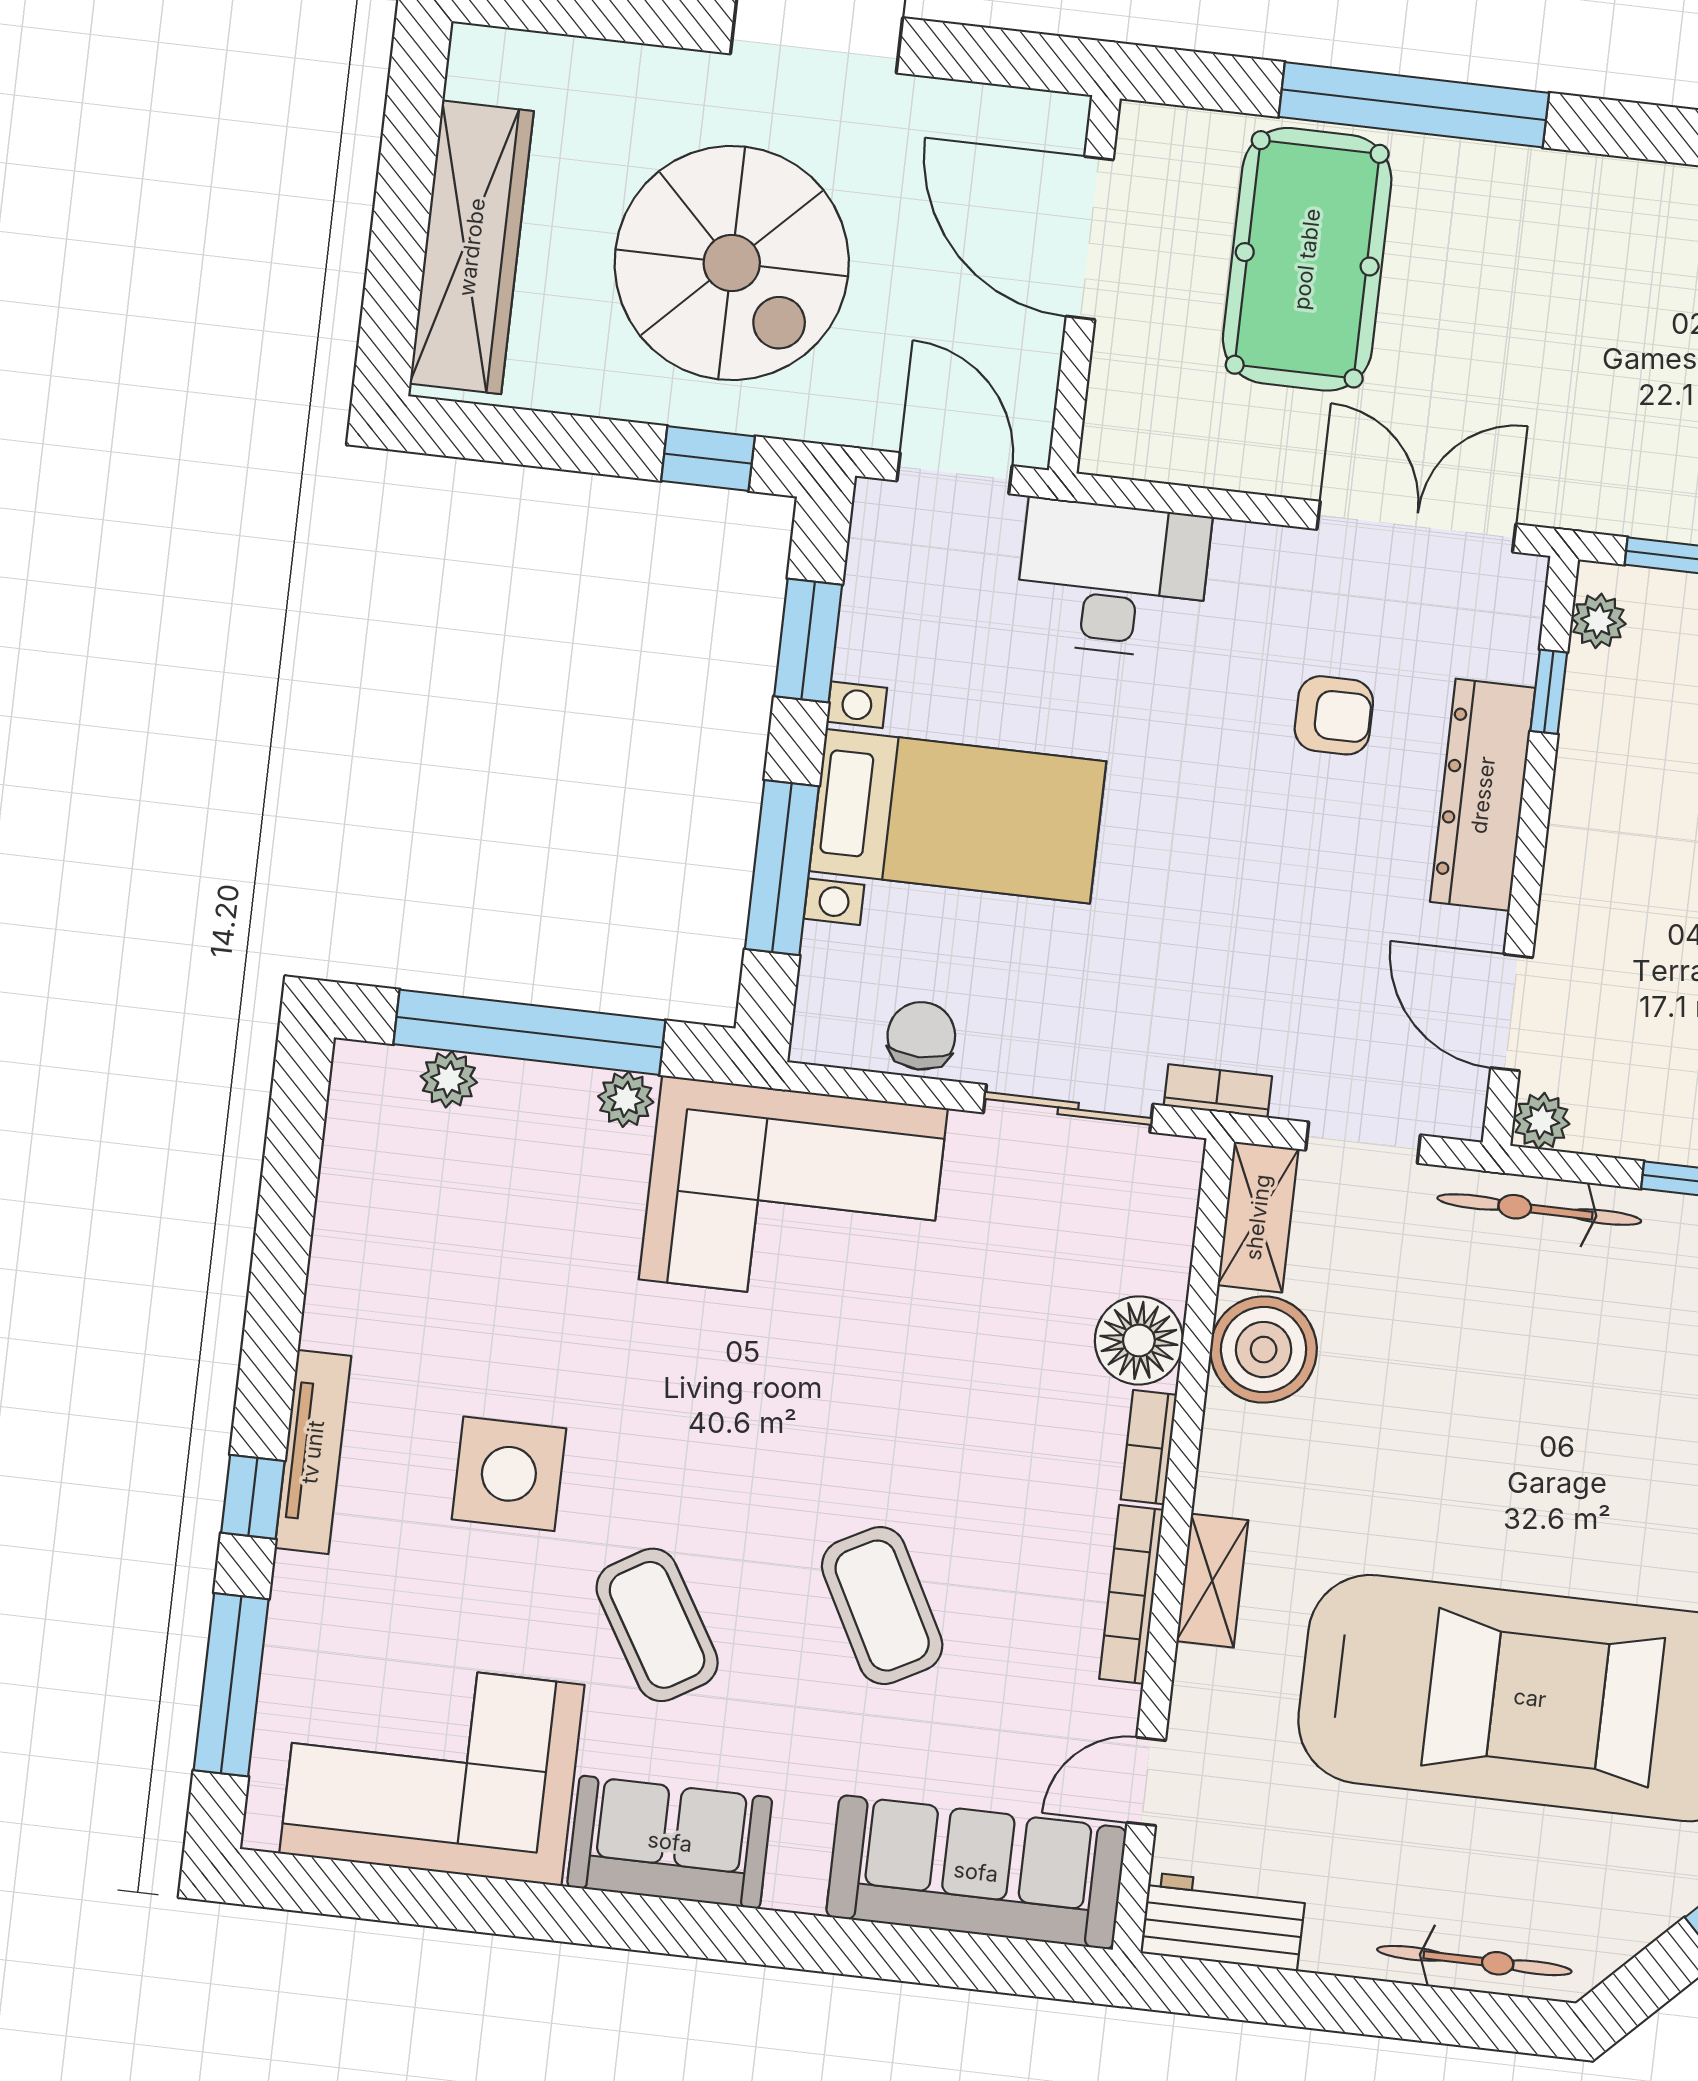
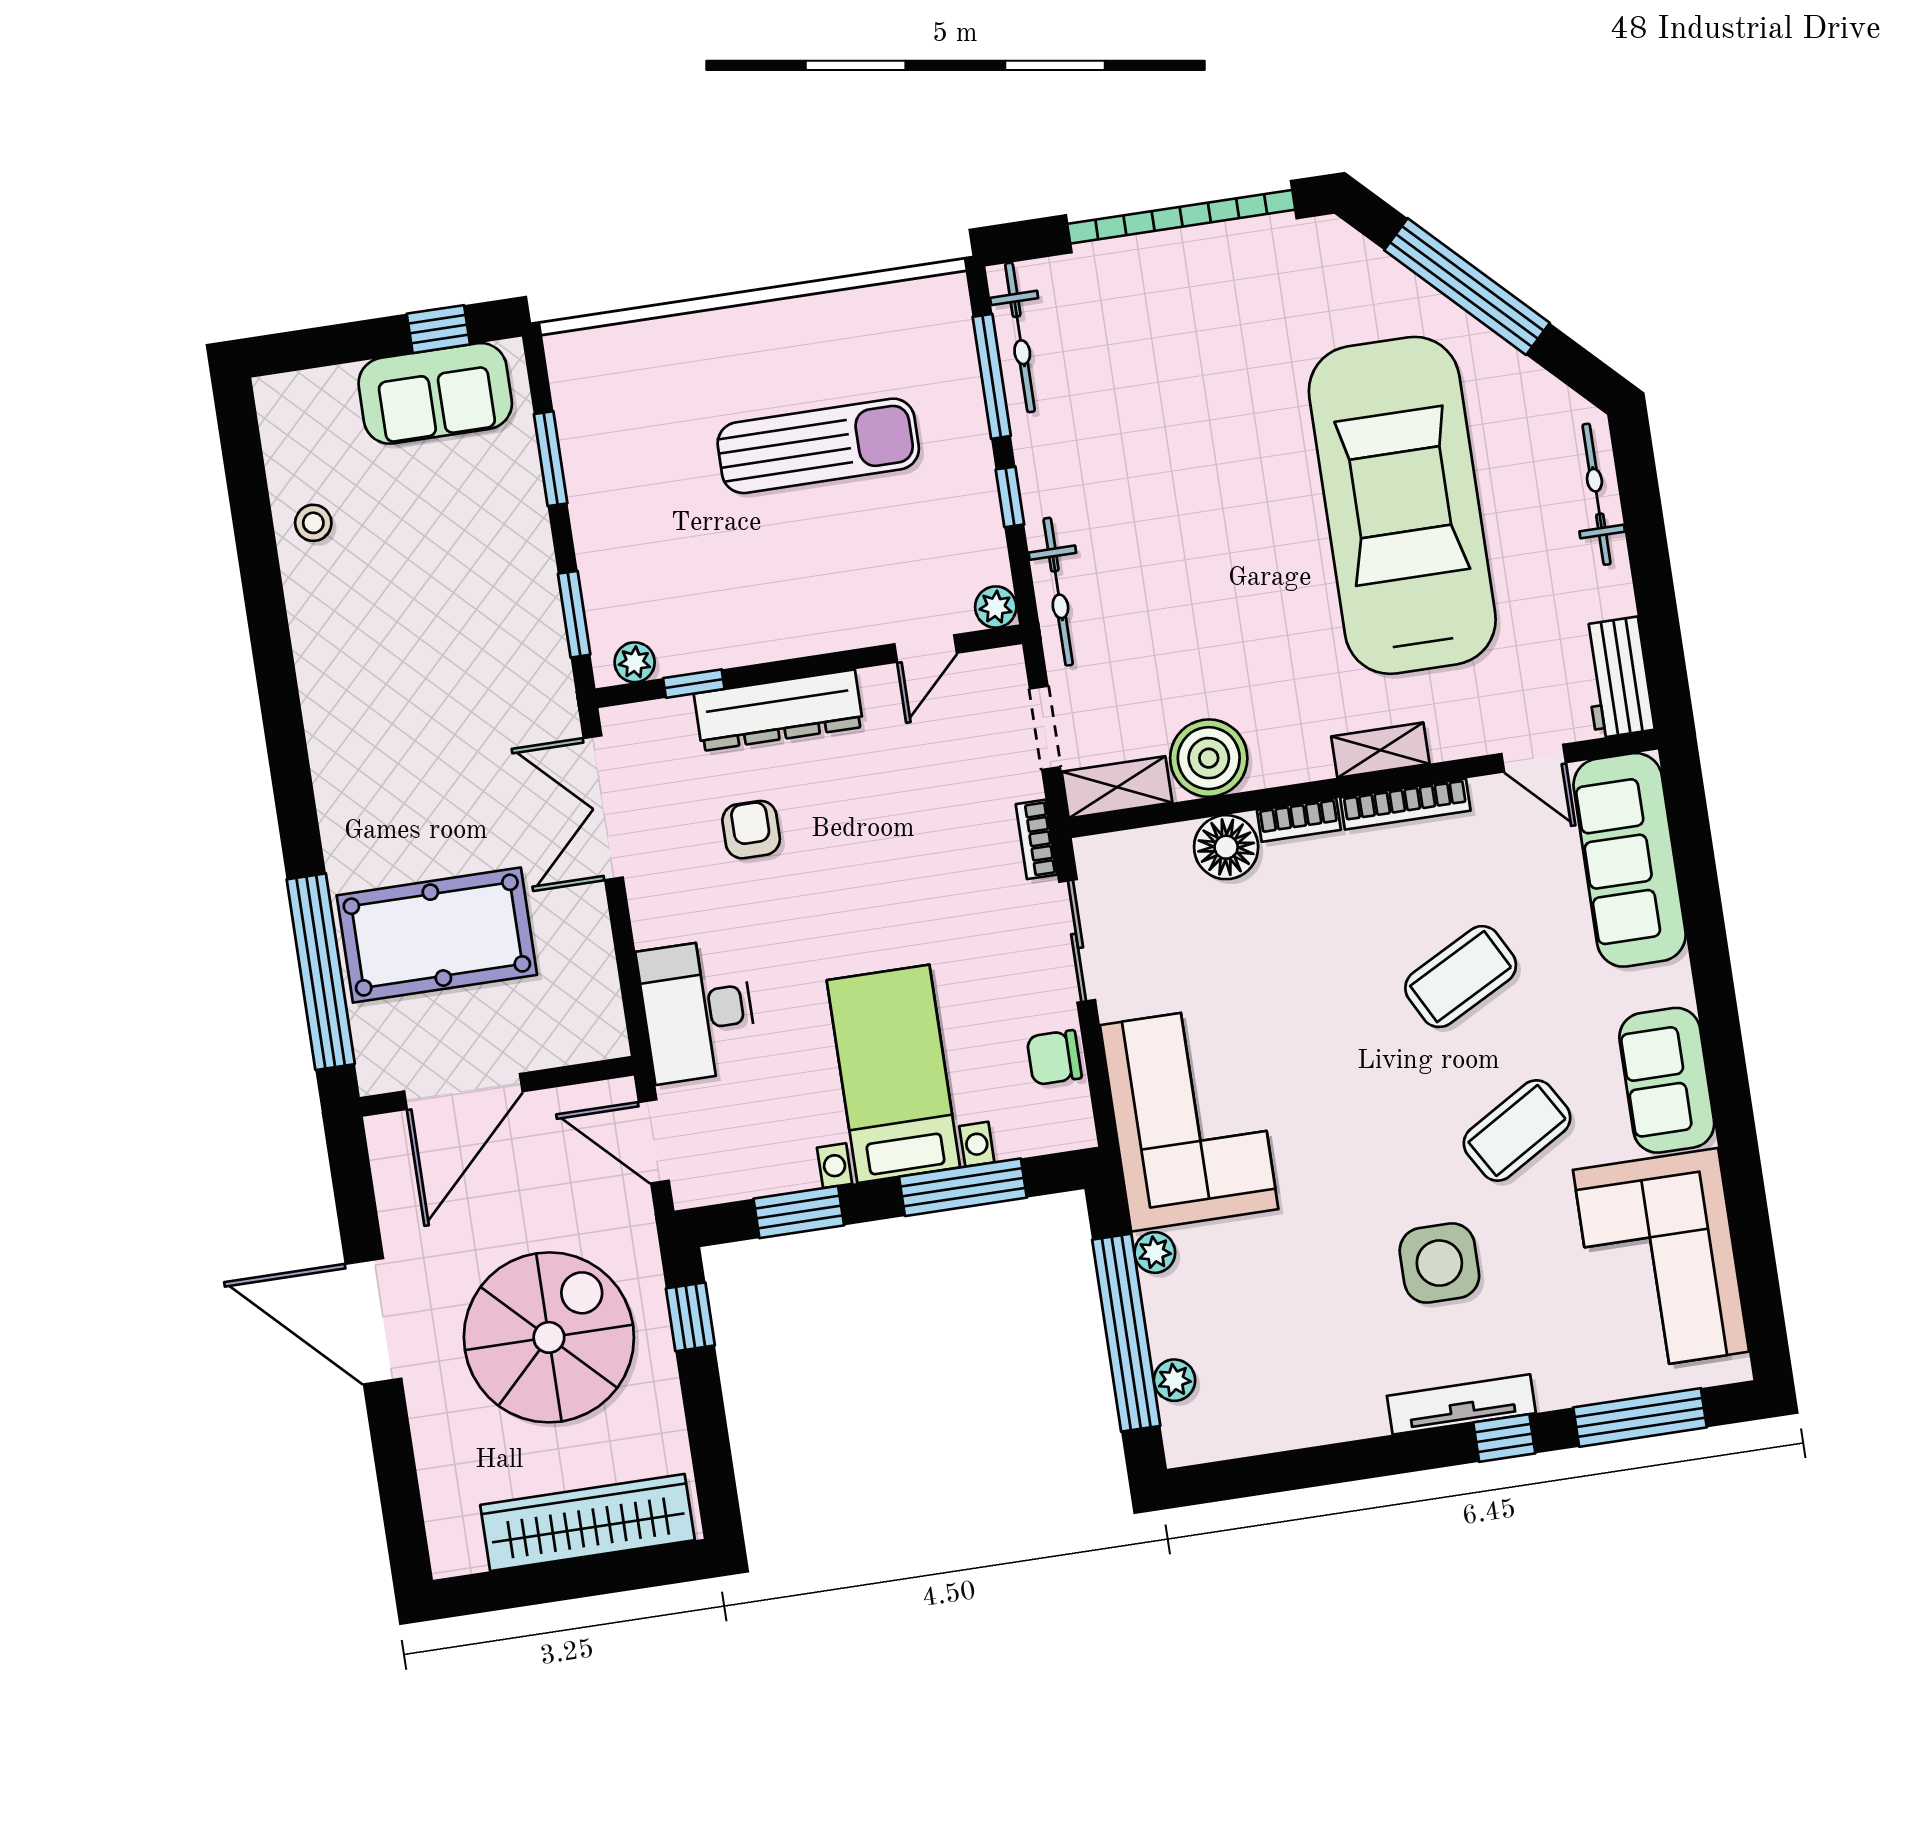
window: (1414, 105) -> (321, 972), moved
door: (954, 473) -> (654, 1141), hinge flipped
door: (1512, 1013) -> (926, 649), width x0.73

